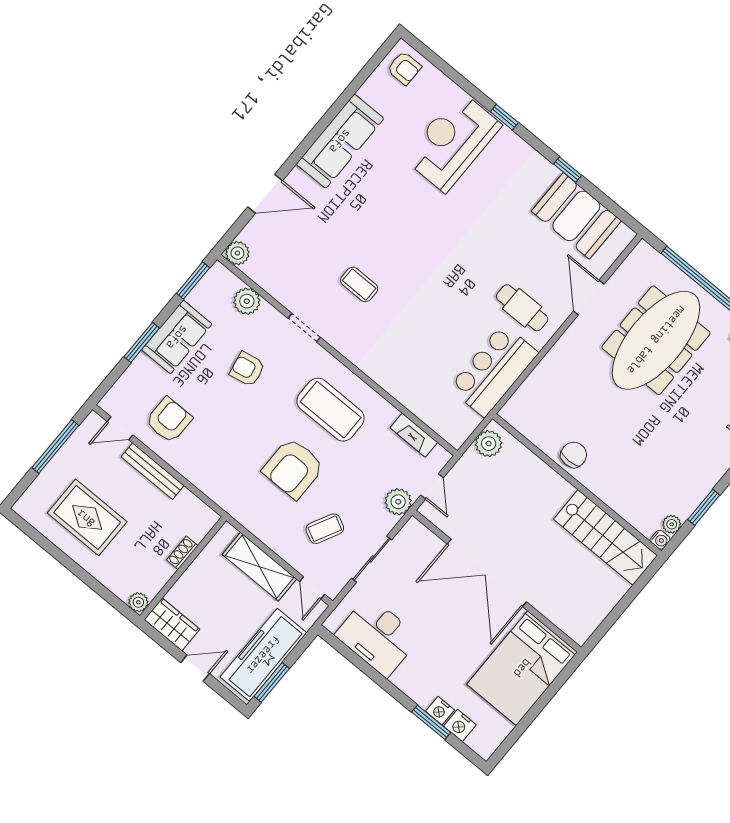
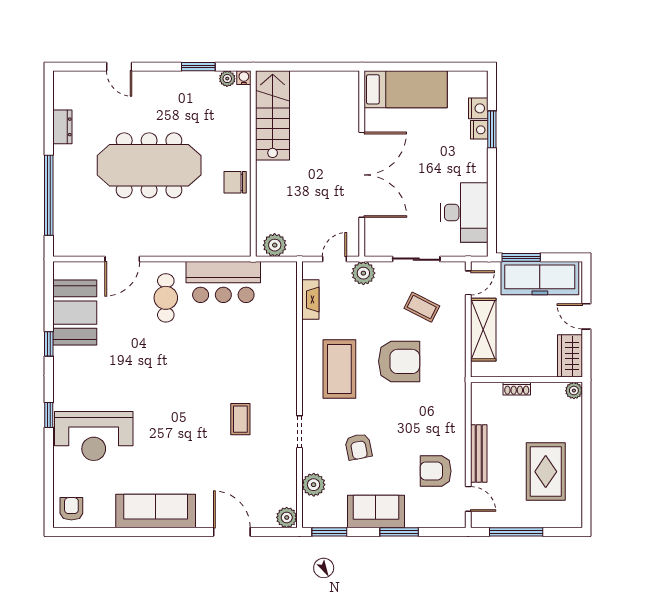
meeting table: (656, 340) -> (149, 165), moved
bed: (522, 668) -> (406, 89), width x0.67
window: (272, 682) -> (521, 257), moved

